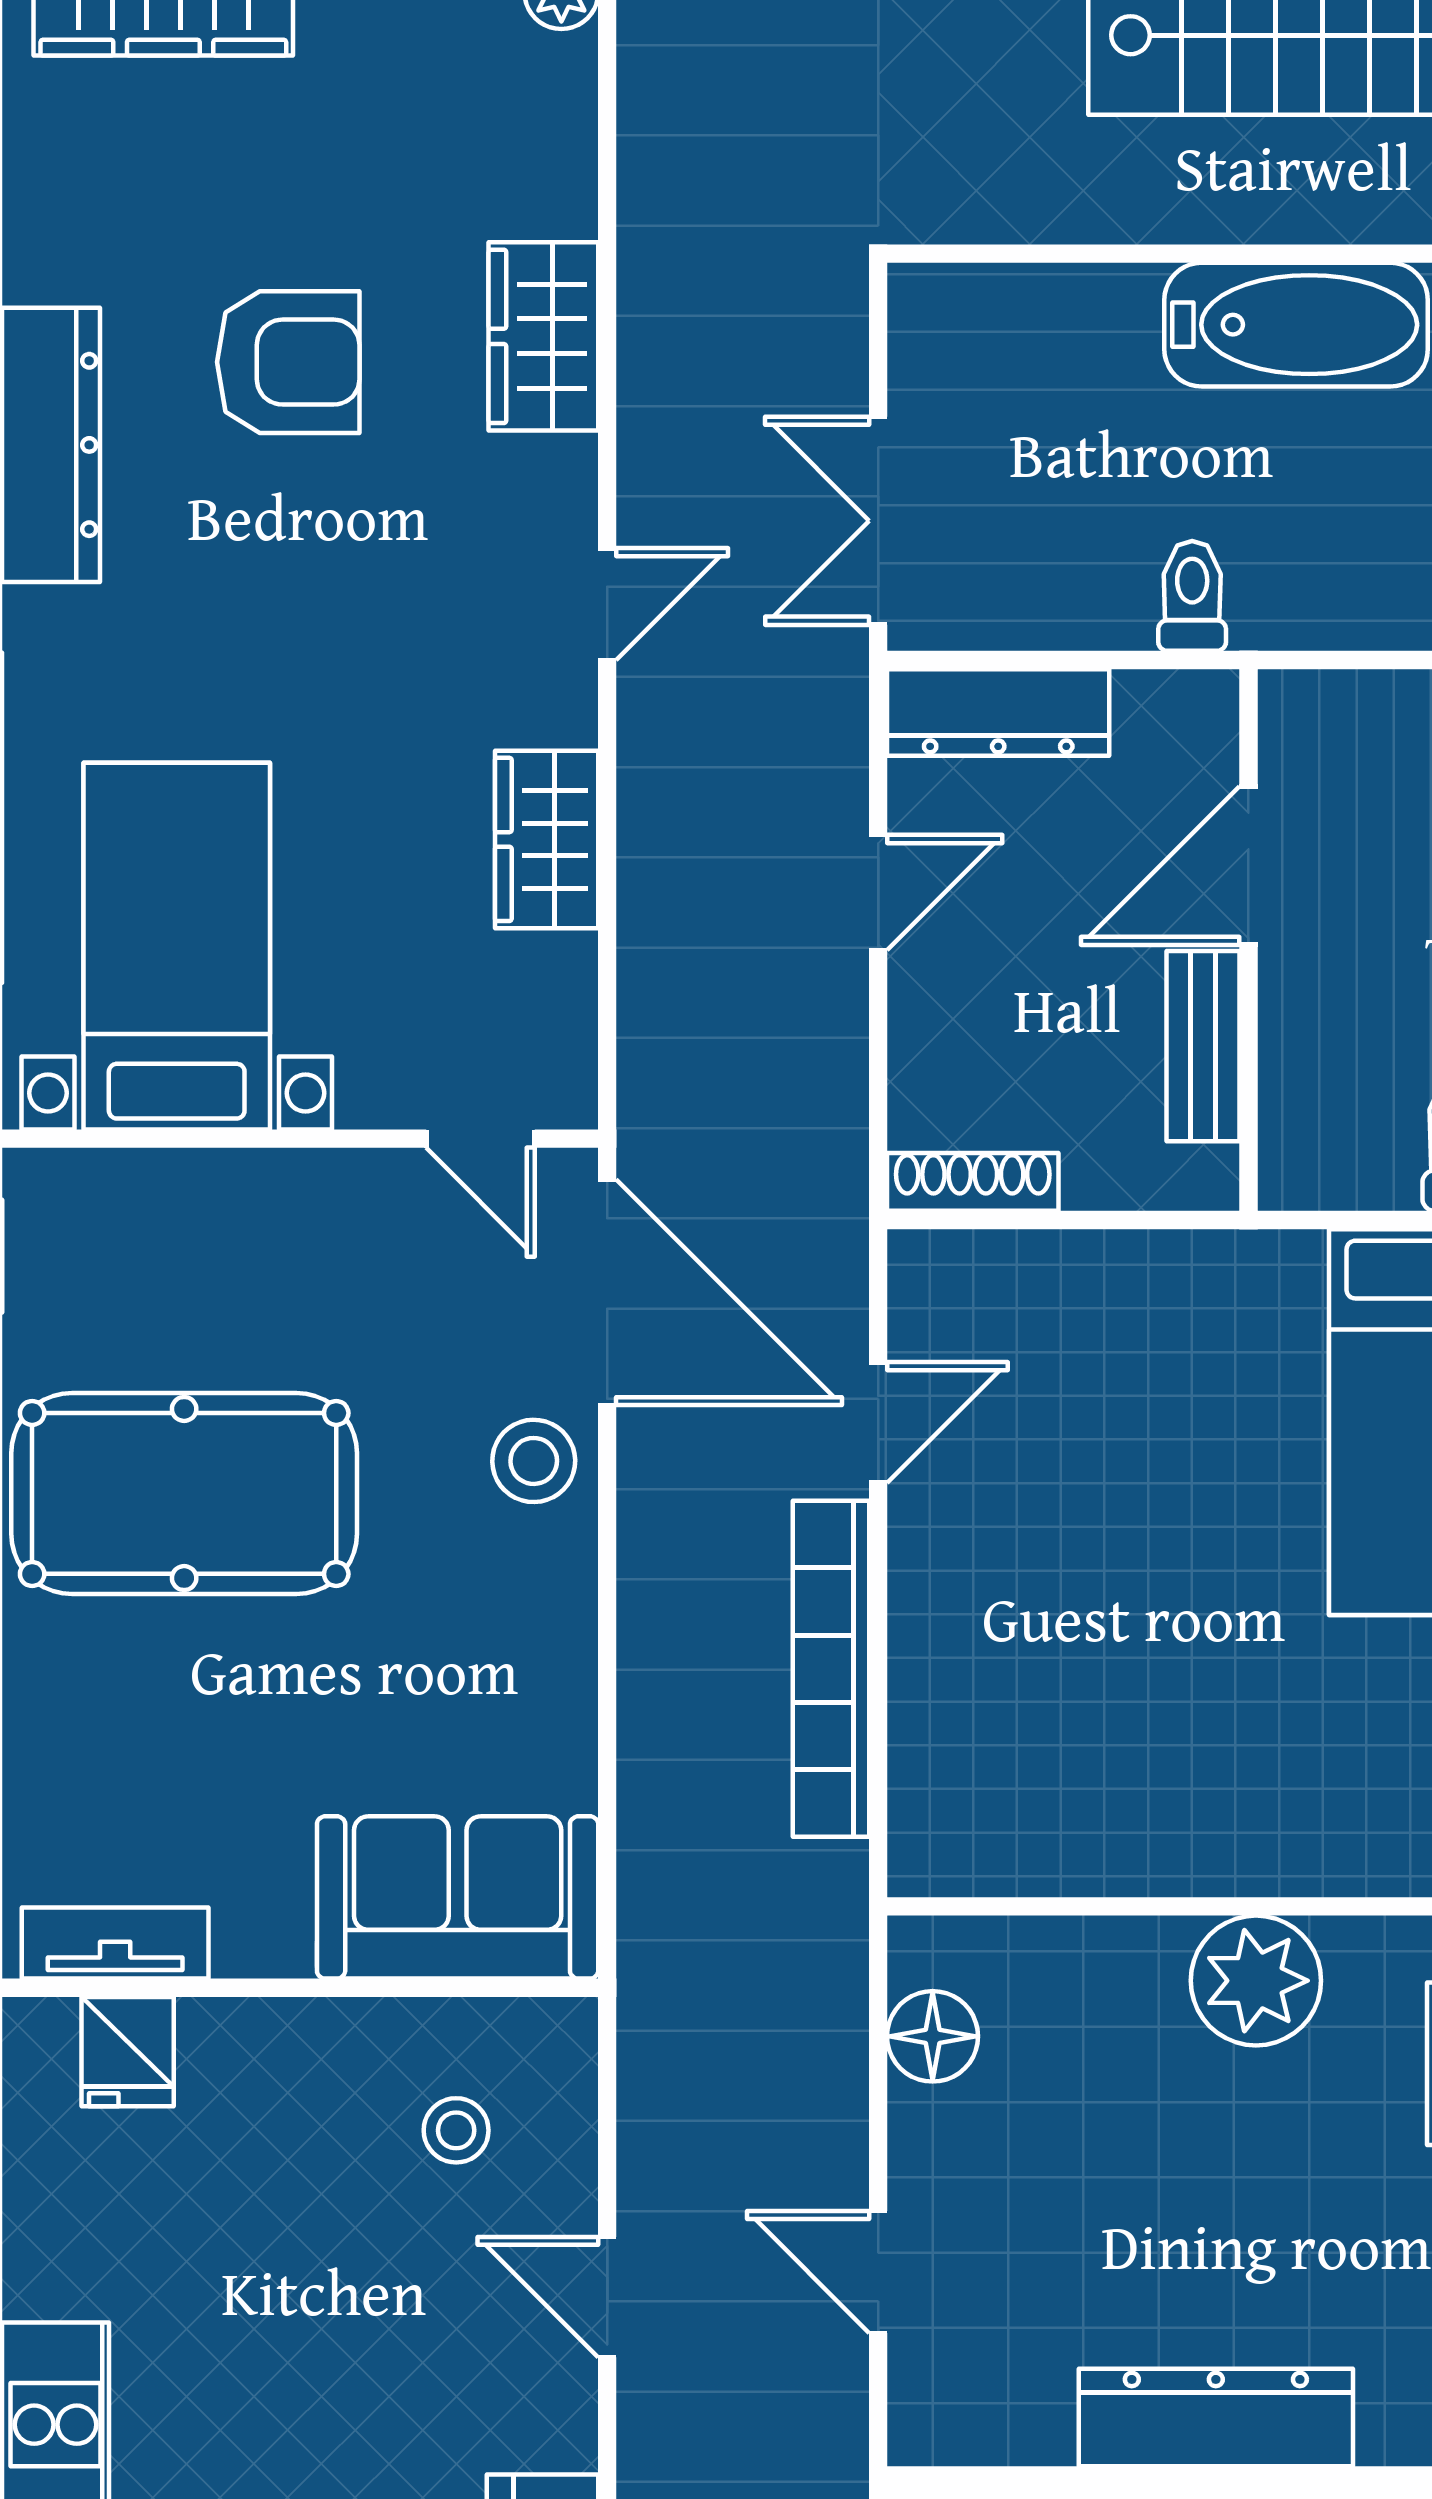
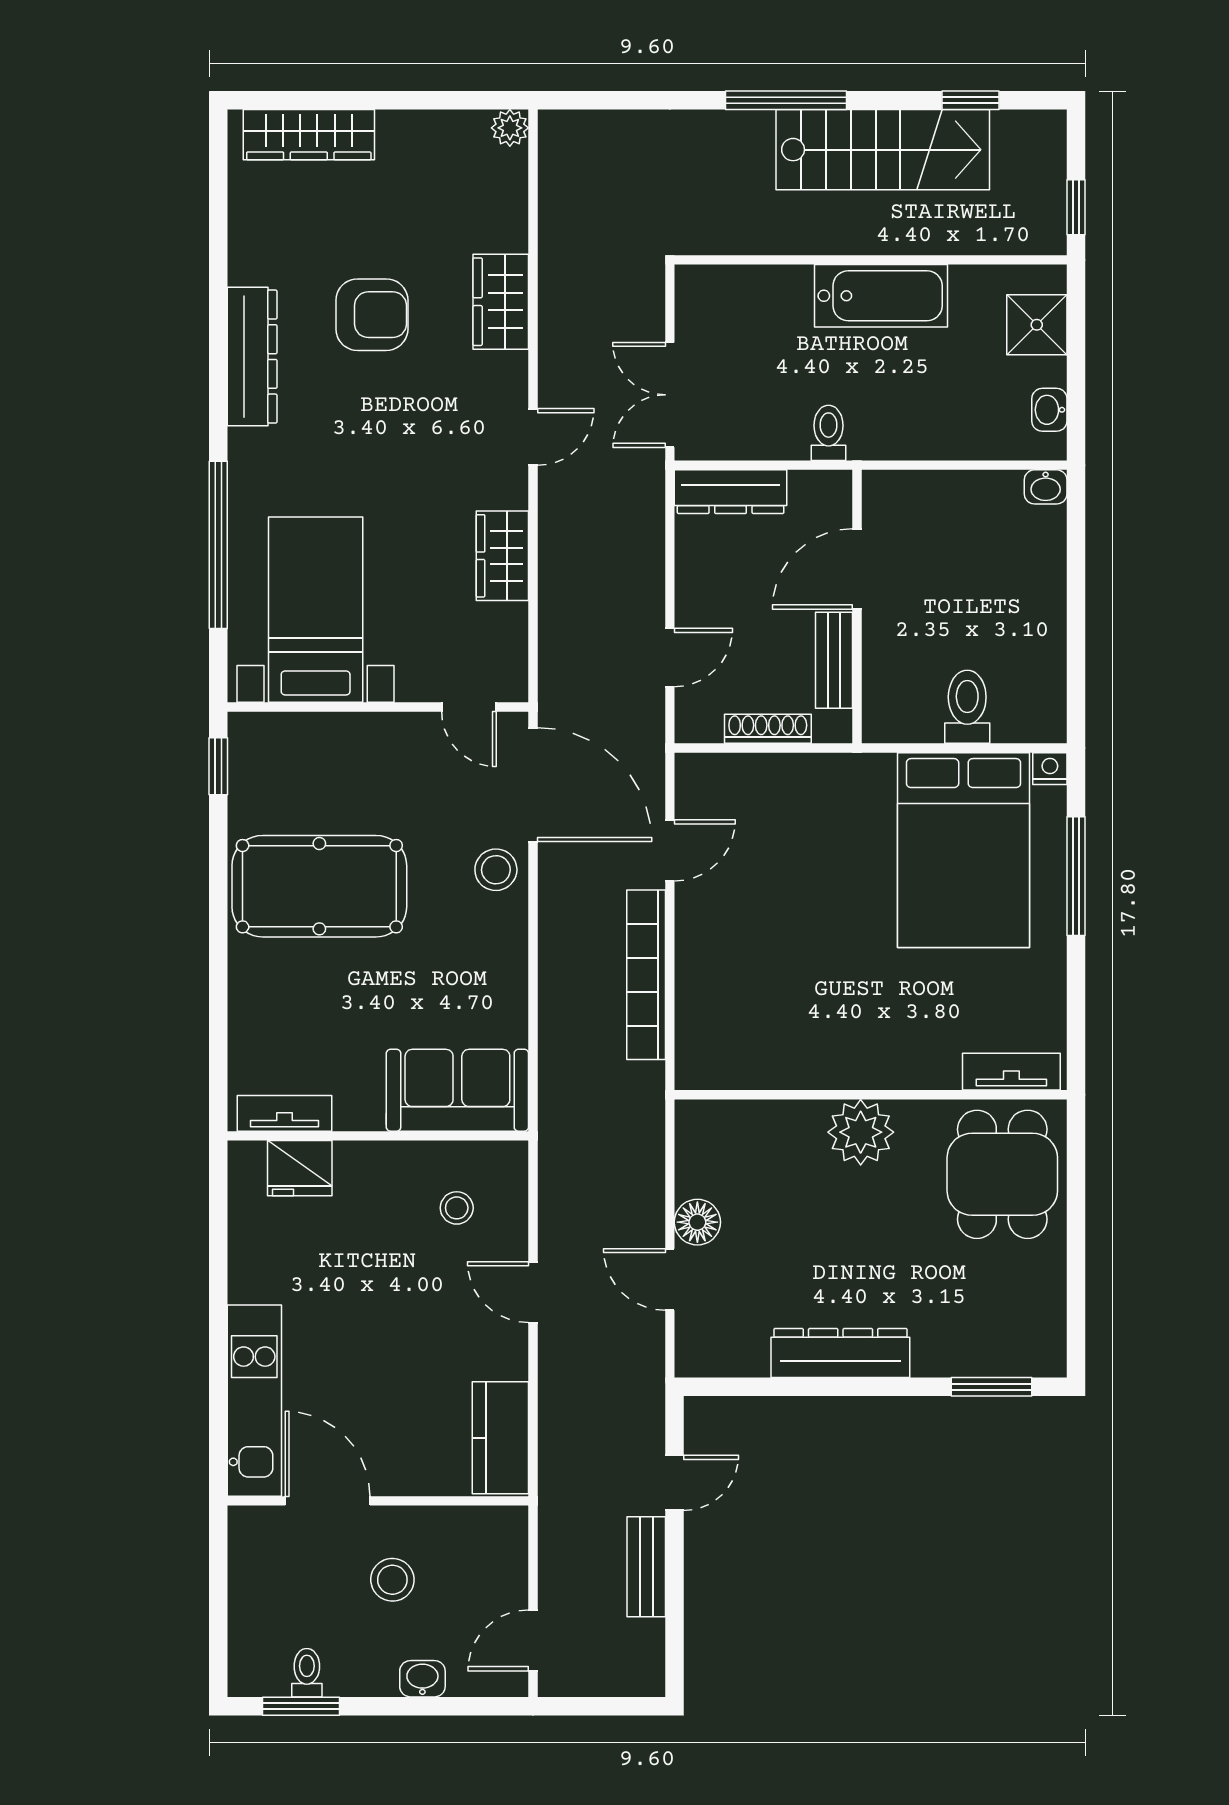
door: (878, 893) -> (670, 657), moved
shoe rack: (973, 1182) -> (768, 729), moved
floor lamp: (933, 2036) -> (697, 1222), moved
fridge: (128, 2052) -> (300, 1168), width x1.38

